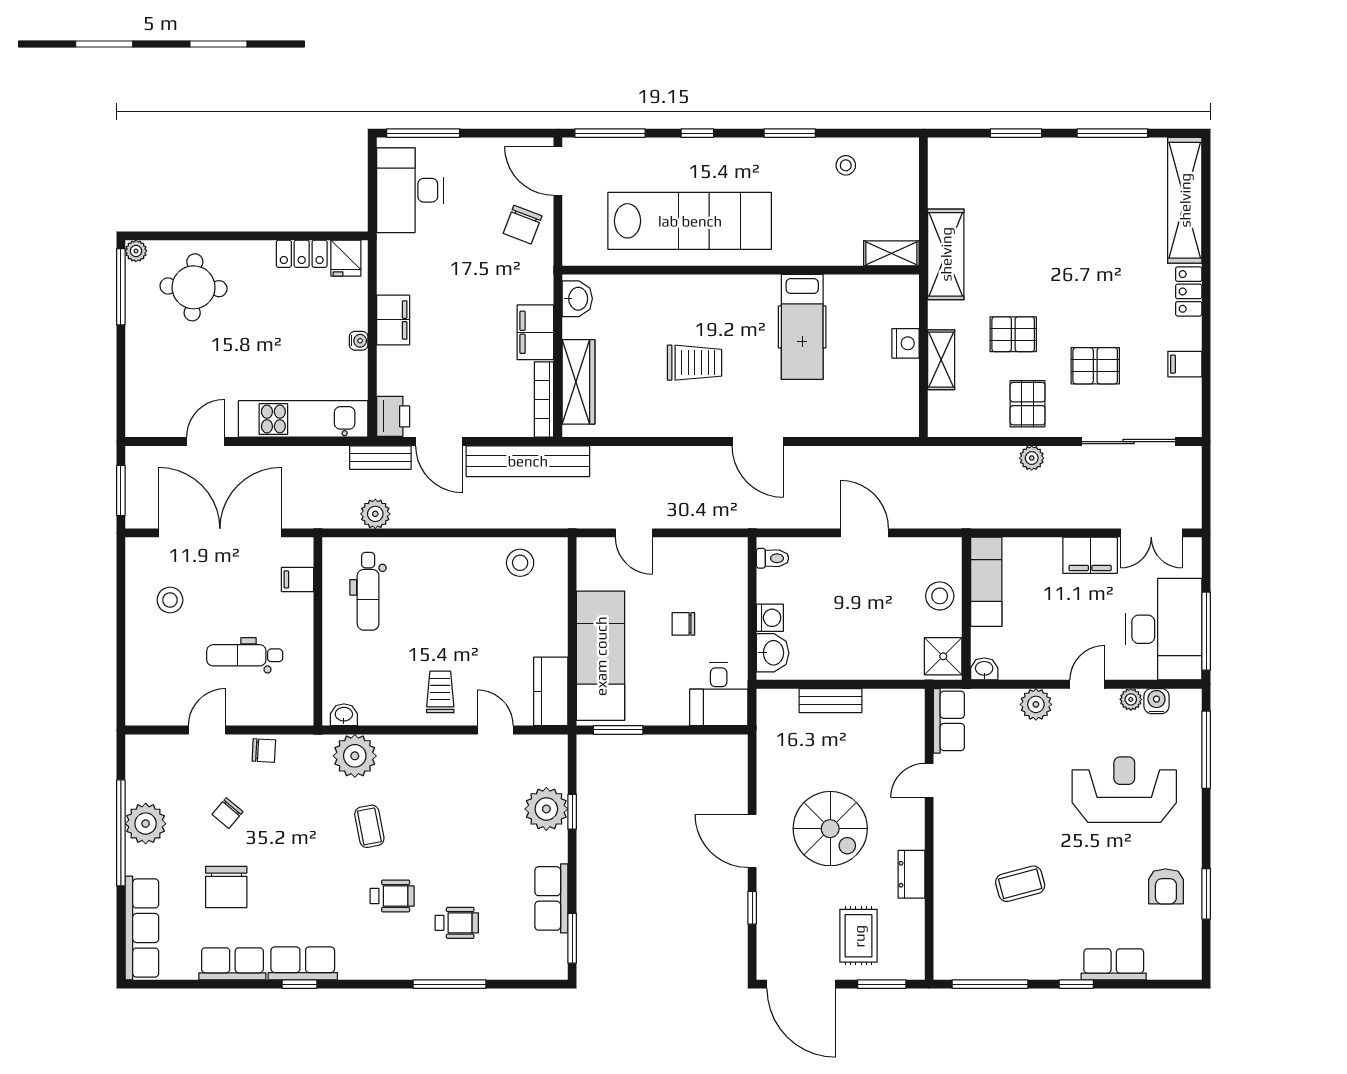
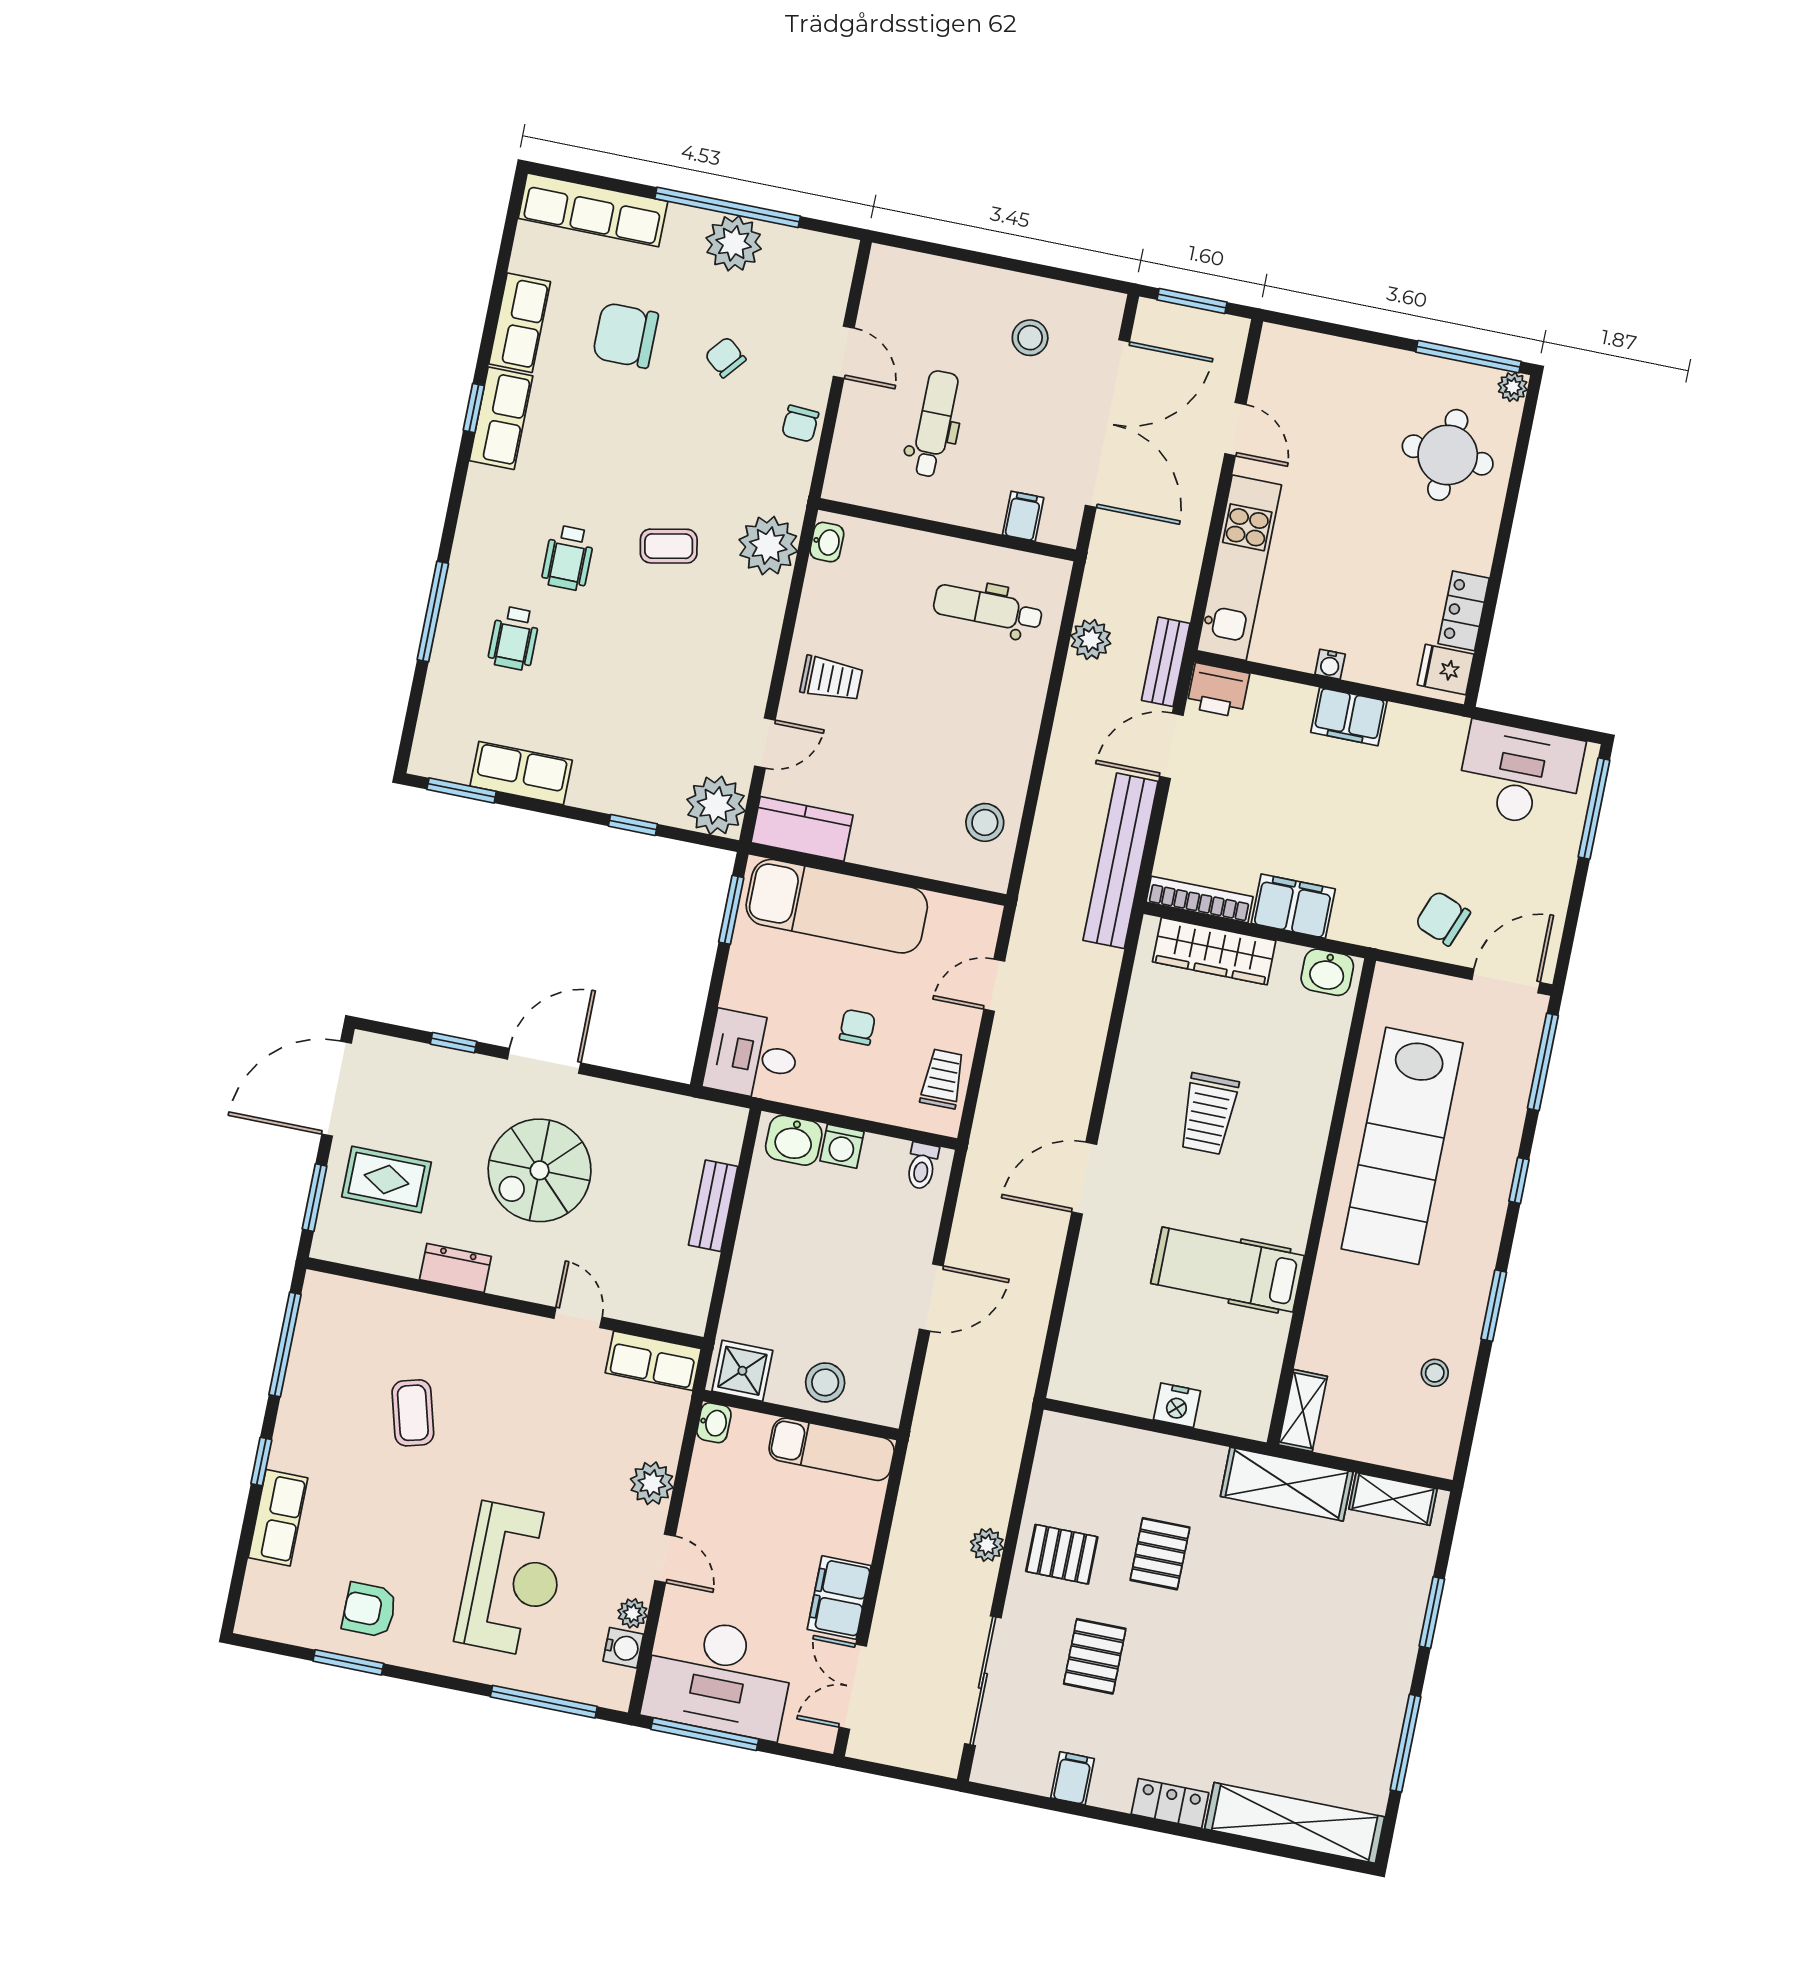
shelving: (941, 360) -> (1393, 1499), moved
trolley: (708, 556) -> (943, 1079), added
plant: (546, 809) -> (716, 805), moved

